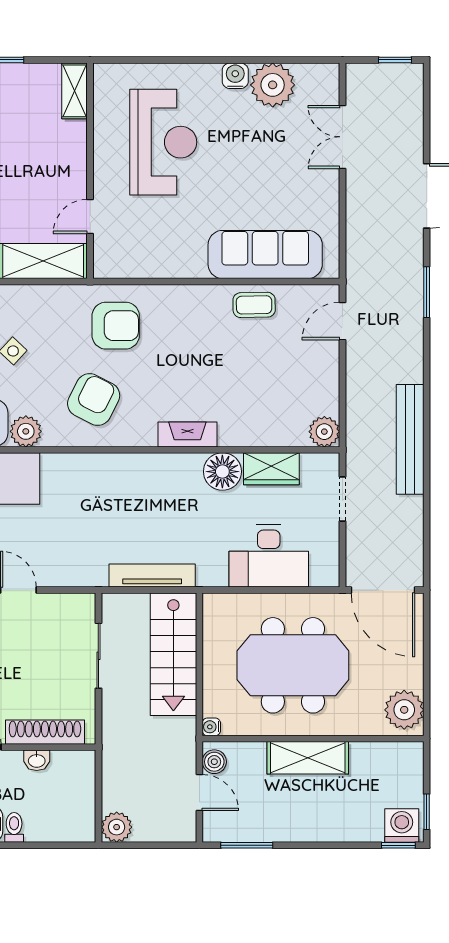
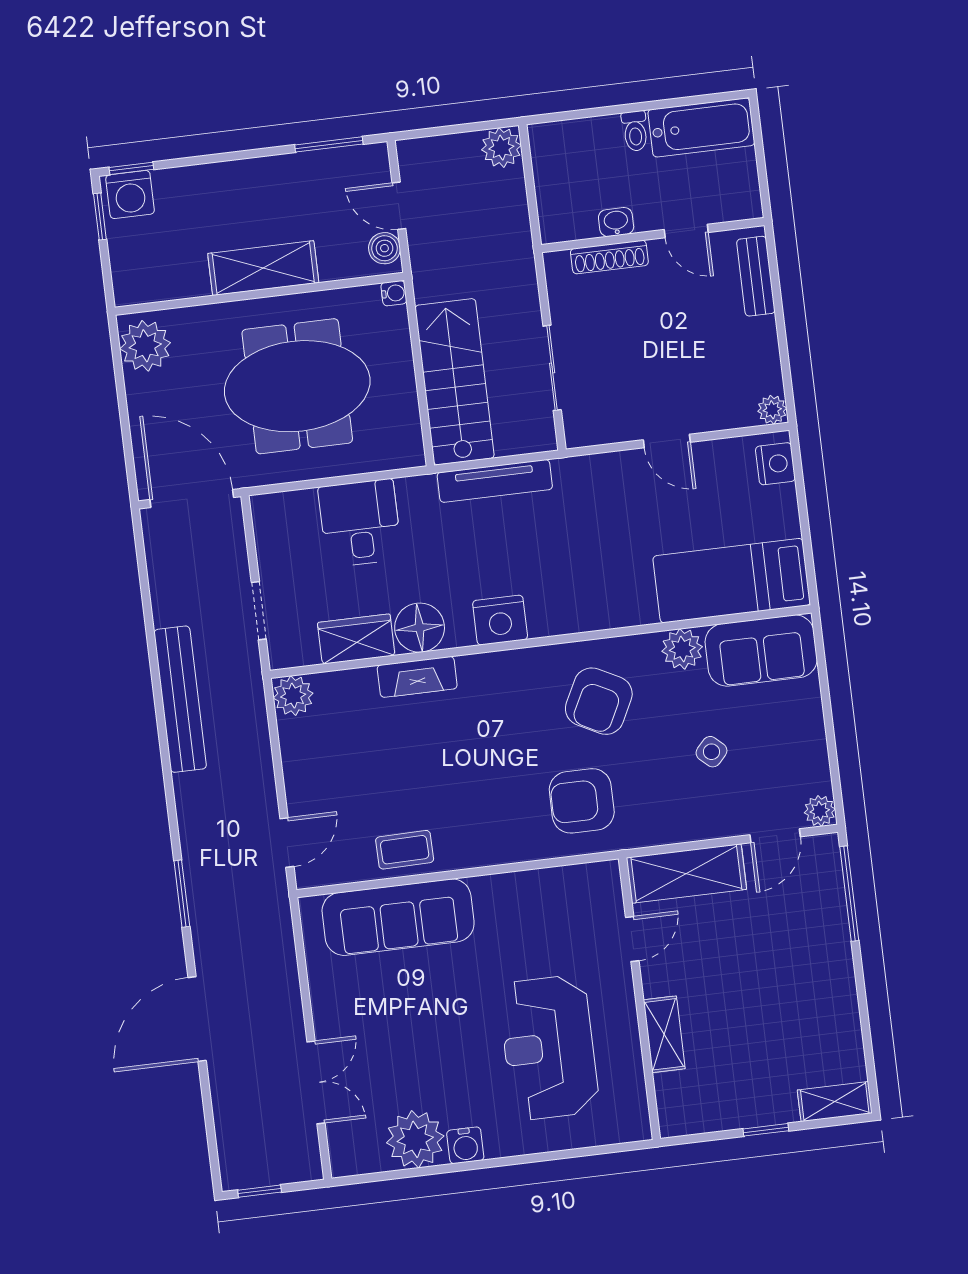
shelving: (75, 91) -> (664, 1034), moved
fireplace: (187, 434) -> (417, 677), moved
nightstand: (161, 470) -> (500, 620), added
desk: (269, 556) -> (360, 523), width x0.73
shoe rack: (45, 732) -> (609, 257), width x0.74, depth x0.81

